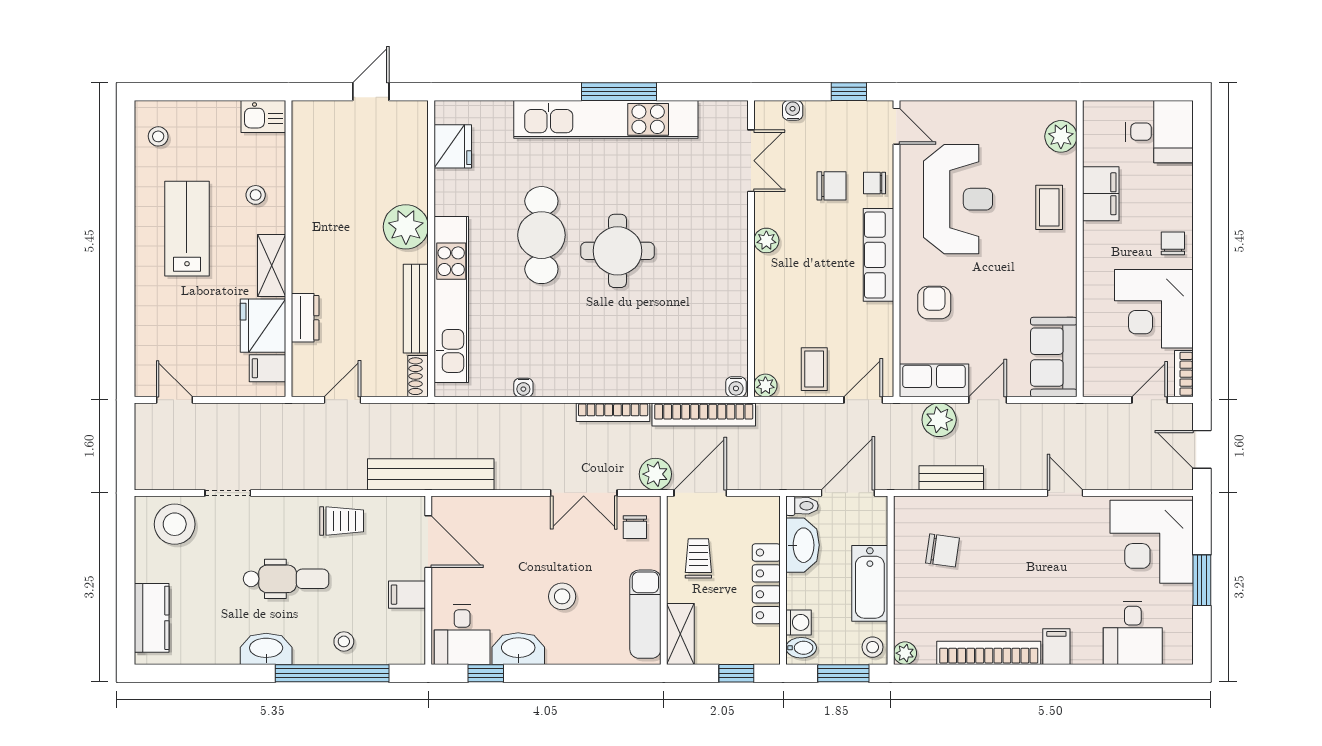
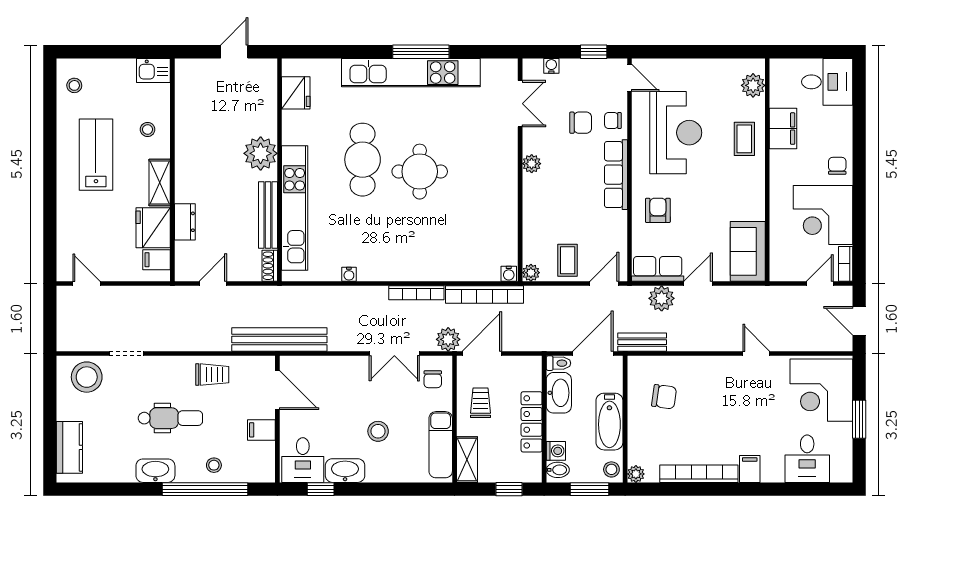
bench: (951, 478) -> (642, 342), moved

